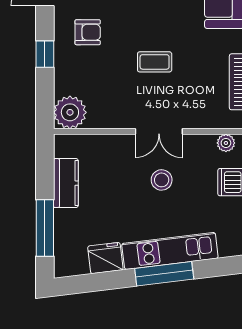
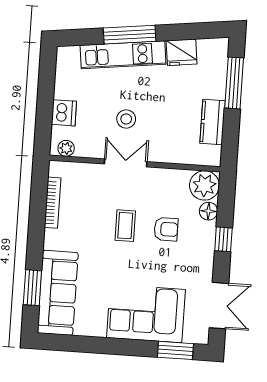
armchair: (88, 32) -> (166, 229), moved, turned 180
coffee table: (155, 62) -> (125, 226), turned 90
floor lamp: (64, 84) -> (208, 211), added

